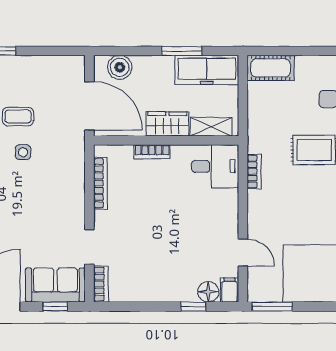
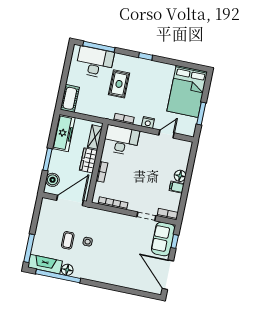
window: (182, 51) -> (48, 159), moved
desk: (215, 166) -> (121, 140), width x1.37
nightstand: (256, 215) -> (148, 122), added
filing cabinet: (229, 290) -> (177, 187), moved
floor lamp: (208, 292) -> (180, 176), moved
window: (193, 307) -> (190, 167), removed
window: (272, 307) -> (201, 113), moved

